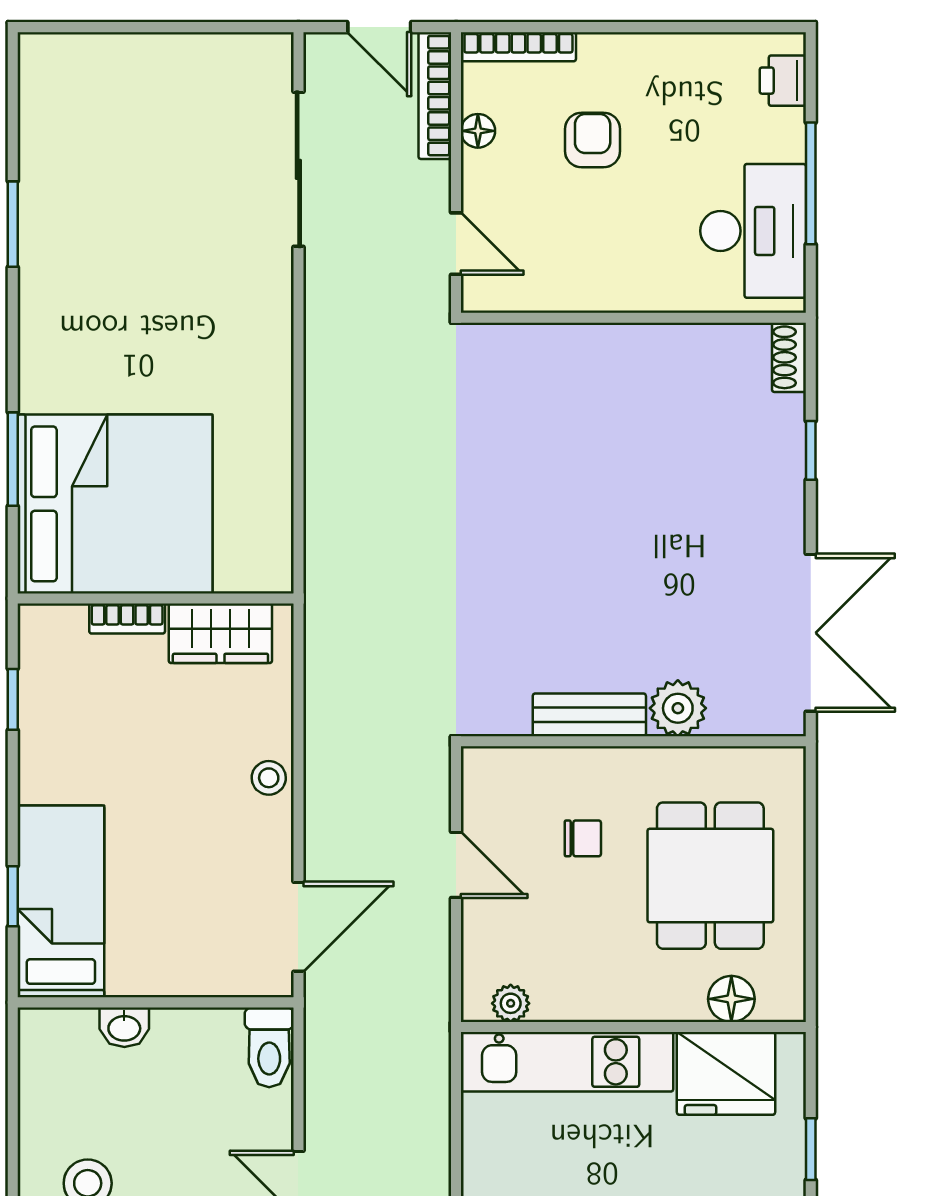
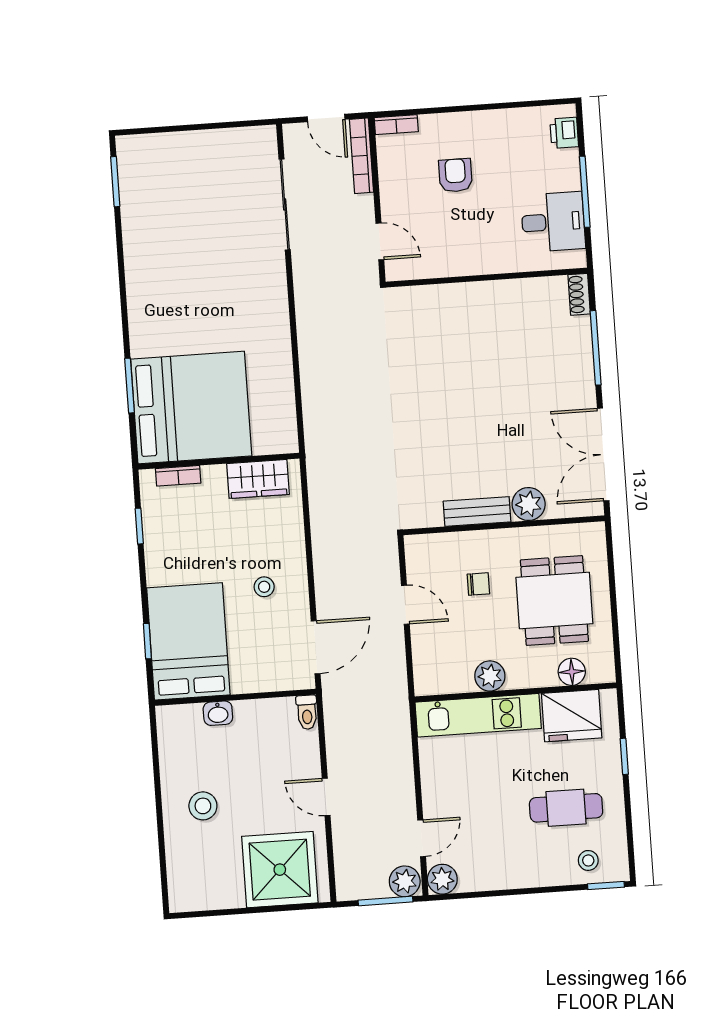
bookcase: (518, 47) -> (396, 125), width x0.64
floor lamp: (478, 131) -> (388, 175), removed
window: (13, 224) -> (115, 182), moved
desk: (753, 231) -> (553, 222), width x0.73
window: (811, 450) -> (596, 348), width x2.17
bookcase: (127, 619) -> (178, 476), moved
double door: (811, 633) -> (603, 454), swing flipped
stool: (269, 778) -> (264, 587), moved
bed: (61, 901) -> (188, 641), width x1.50
plant: (511, 1003) -> (490, 676), moved, width x1.38, depth x1.38
toilet: (269, 1047) -> (307, 712), width x0.73, depth x0.72

